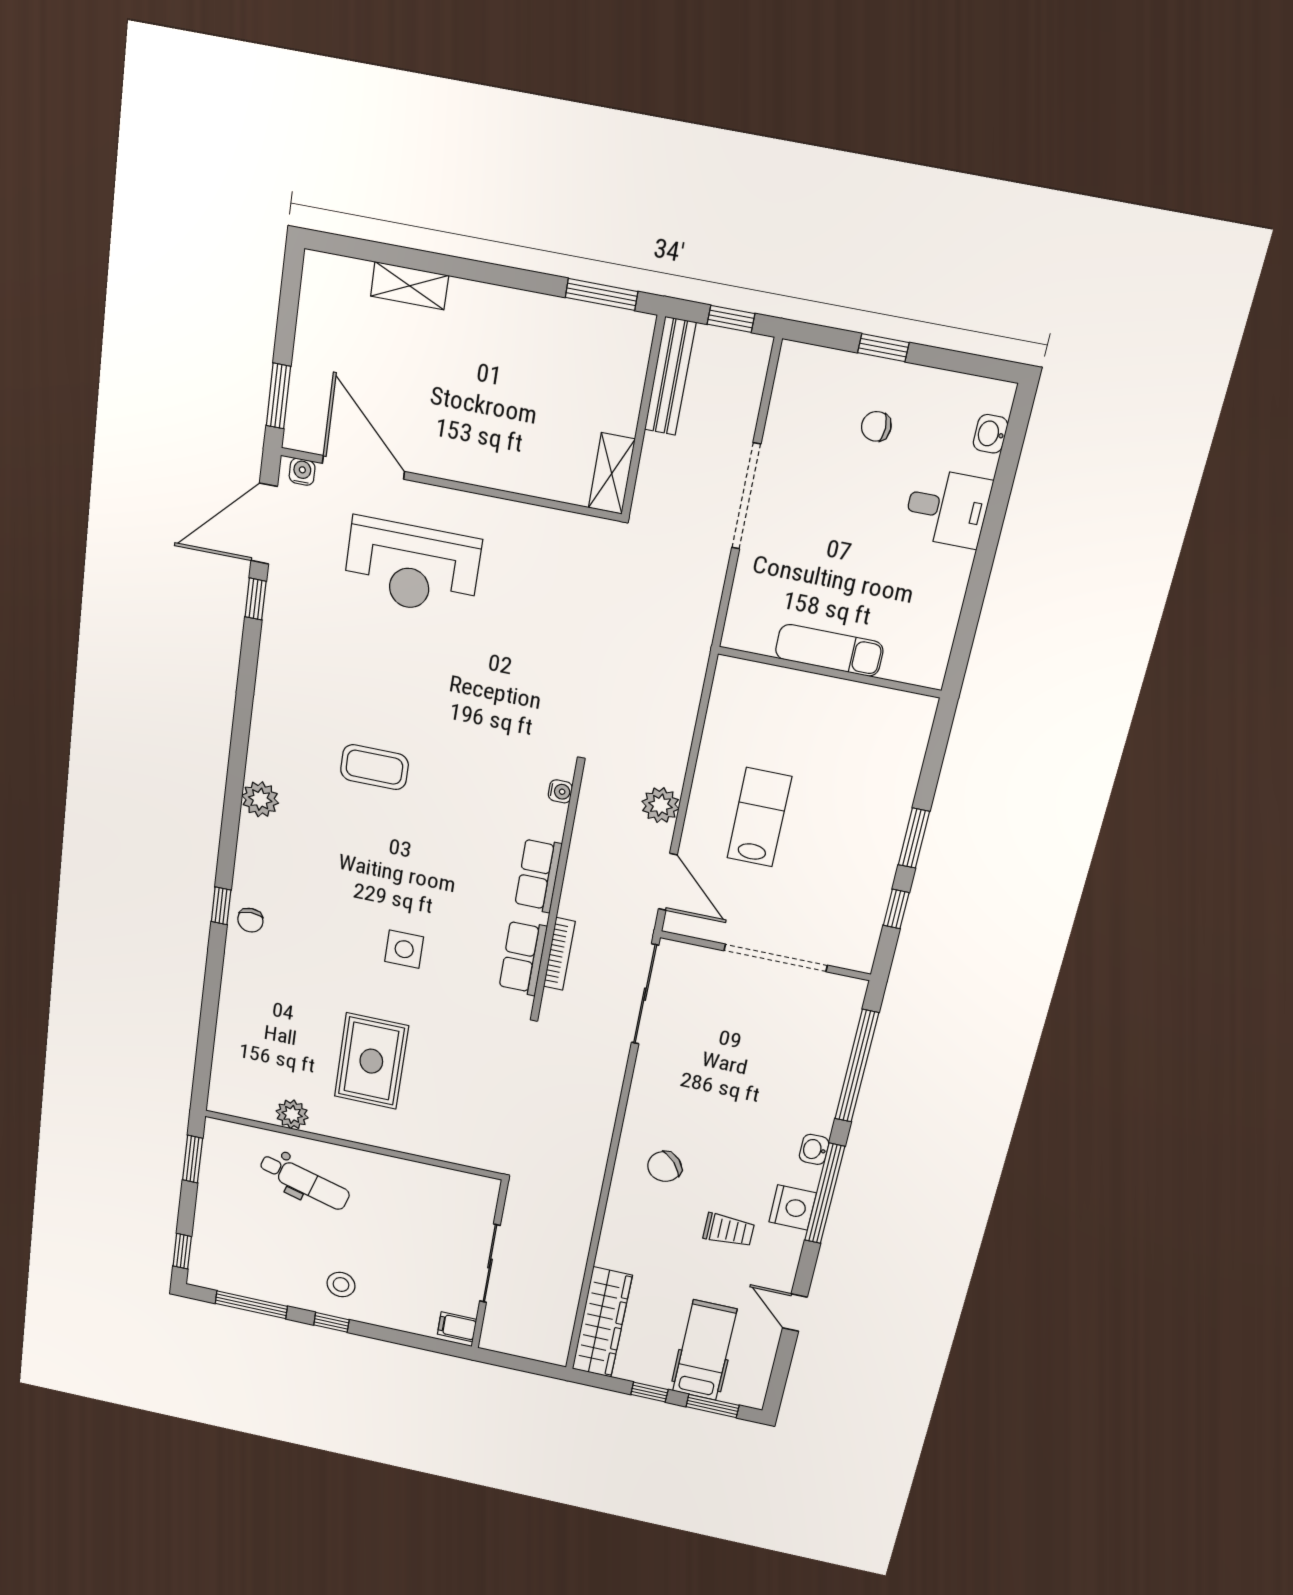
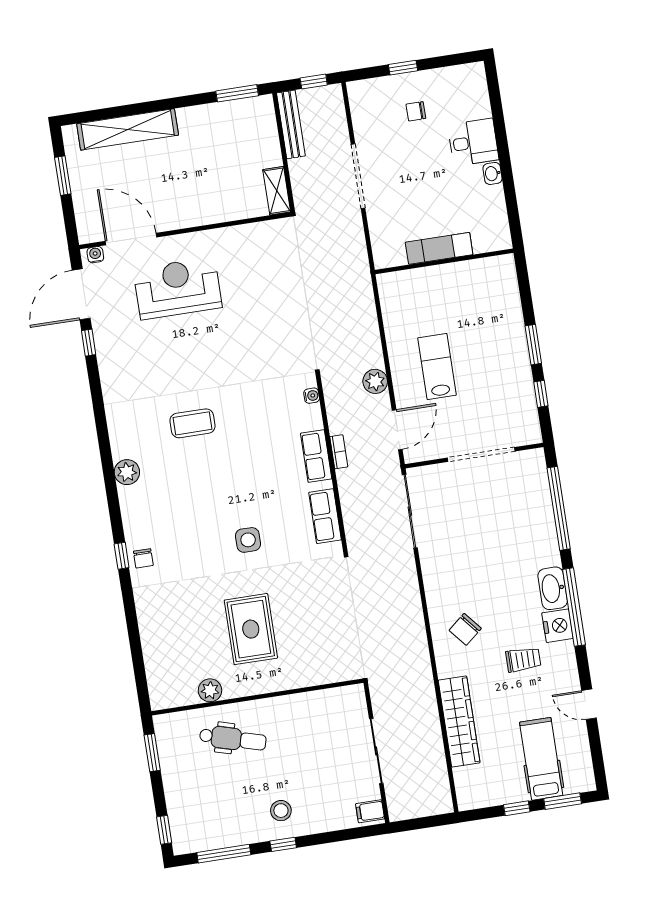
shelving: (410, 286) -> (128, 129), width x2.20, depth x1.33
window: (278, 396) -> (63, 176), moved
washbasin: (990, 434) -> (492, 173), moved
reception desk: (412, 567) -> (178, 288), turned 180
door: (668, 882) -> (397, 430), hinge flipped
bookcase: (559, 954) -> (339, 452), moved, width x0.64
washbasin: (814, 1149) -> (553, 588), width x1.91, depth x1.45
wardrobe: (602, 1322) -> (459, 722), moved

